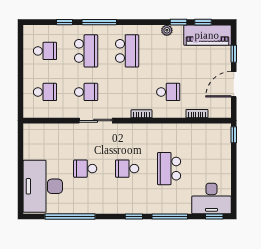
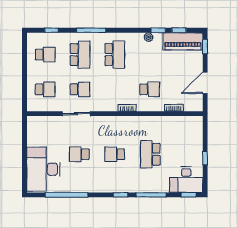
window: (64, 22) -> (51, 30), moved
window: (234, 54) -> (205, 47), moved
sliding door: (96, 121) -> (76, 114), moved
window: (234, 135) -> (205, 158), moved

